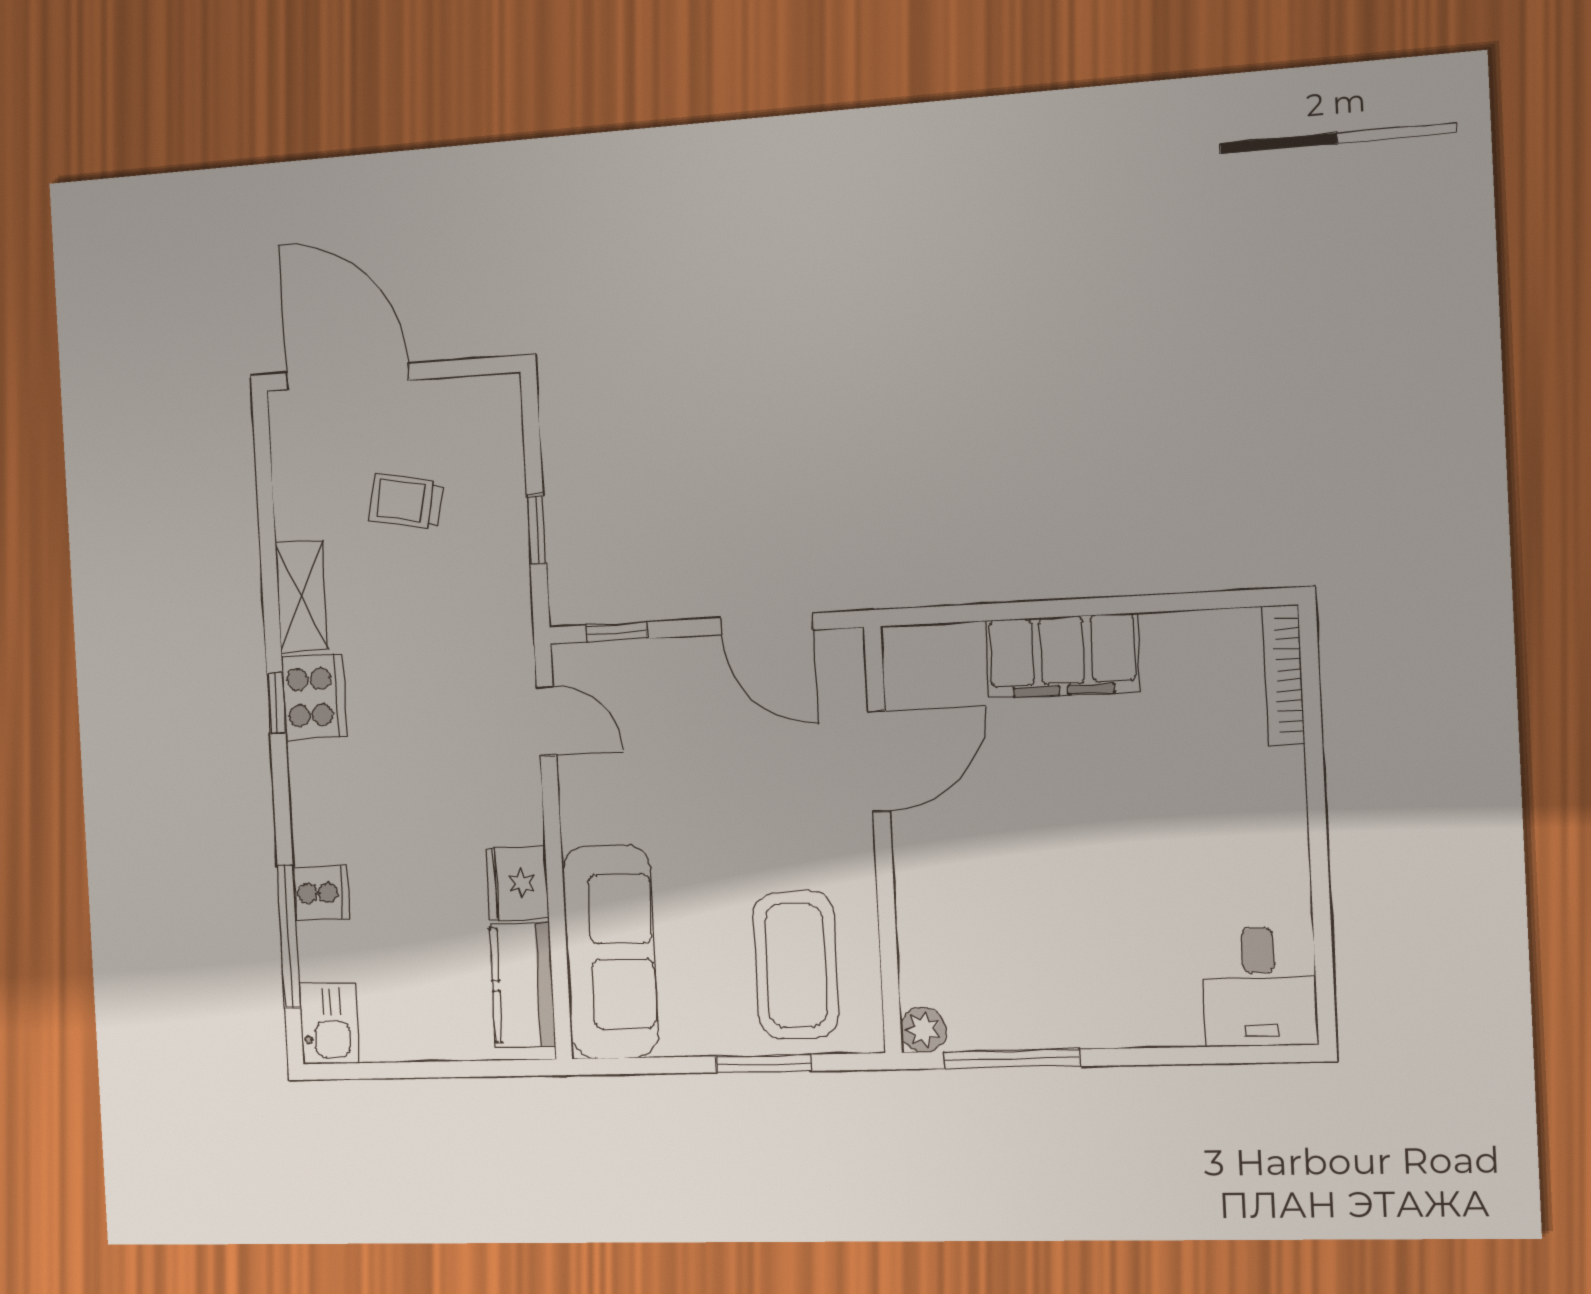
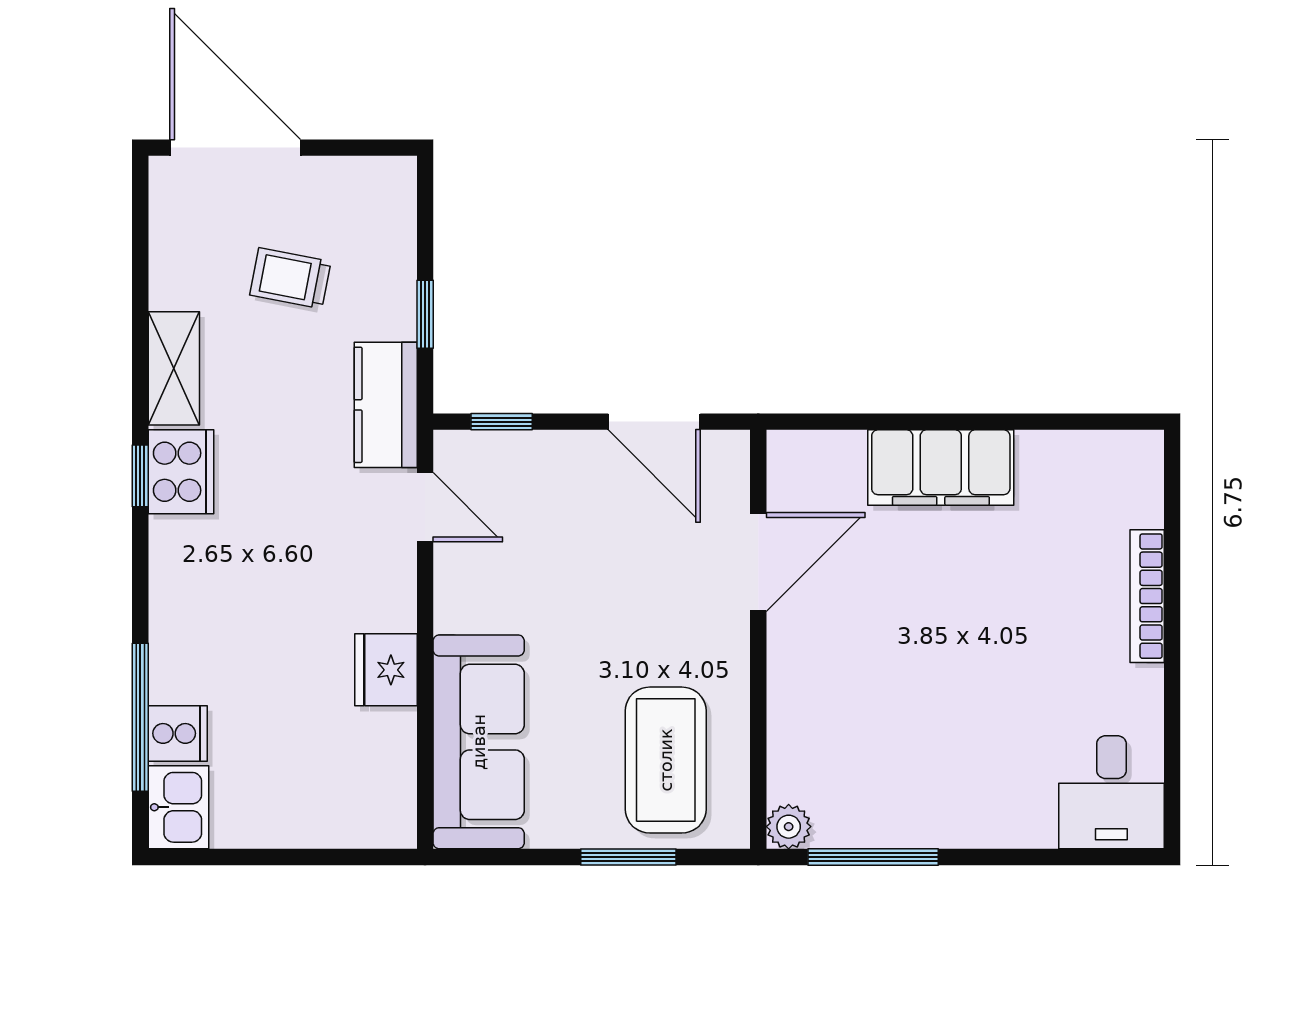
bookcase: (1283, 675) -> (1147, 596), moved
cooker: (321, 893) -> (178, 733), moved
kitchen counter: (522, 985) -> (386, 405), moved

